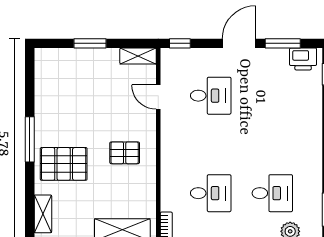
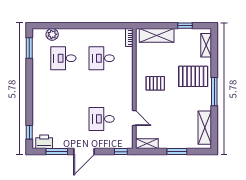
shelving: (45, 82) -> (205, 128), added

